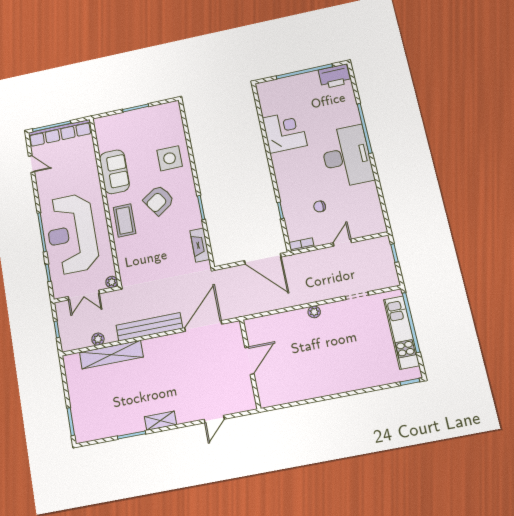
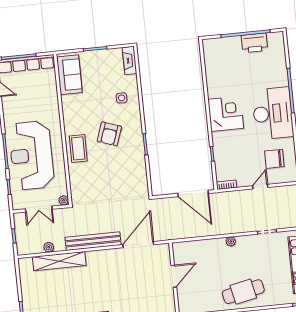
printer: (334, 76) -> (254, 43), moved
corner desk: (285, 132) -> (226, 114), moved
side table: (170, 158) -> (122, 98), width x0.54, depth x0.54
sofa: (114, 172) -> (69, 75), moved
armchair: (159, 200) -> (109, 134), turned -37
chair: (320, 206) -> (274, 159), moved, width x1.87, depth x1.87
fireplace: (200, 245) -> (129, 60), moved
cafe table: (337, 372) -> (243, 292), added

